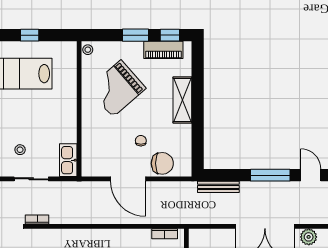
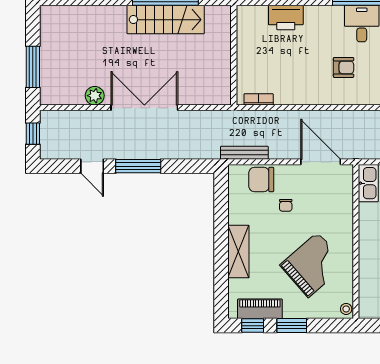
door: (128, 179) -> (321, 162), moved
bench: (218, 187) -> (244, 153), moved

